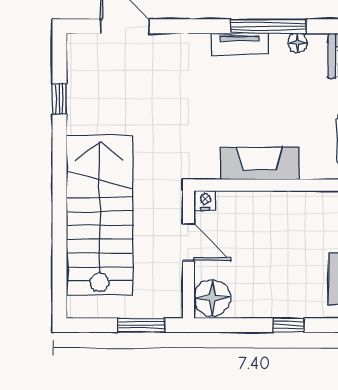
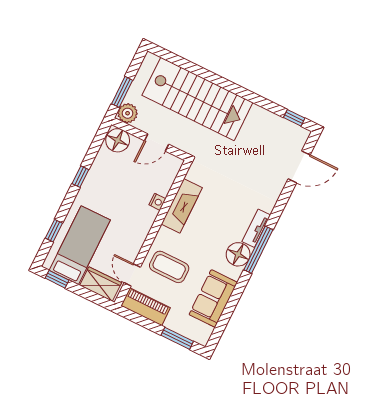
floor lamp: (297, 43) -> (238, 254), width x1.89, depth x1.89
window: (59, 99) -> (294, 118), moved
nightstand: (205, 200) -> (157, 202), moved
plant: (168, 303) -> (128, 113), added

